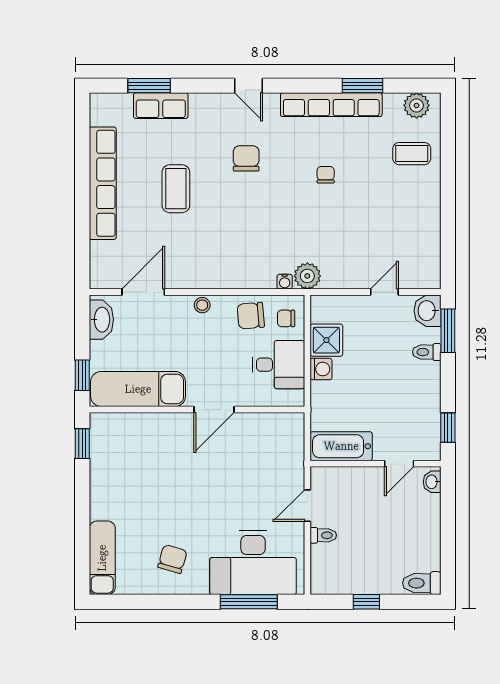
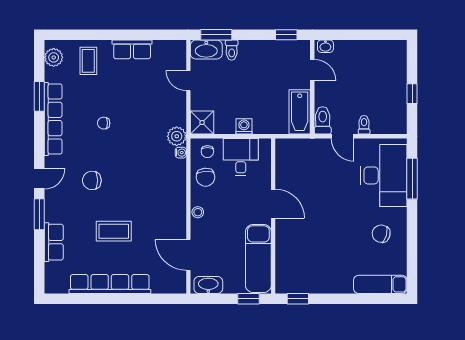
window: (149, 86) -> (39, 214), moved
row of seats: (428, 214) -> (132, 49), added
washbasin: (427, 311) -> (206, 50), width x1.38
shower: (326, 340) -> (202, 123), moved
toilet: (422, 583) -> (323, 120), moved, turned 180

